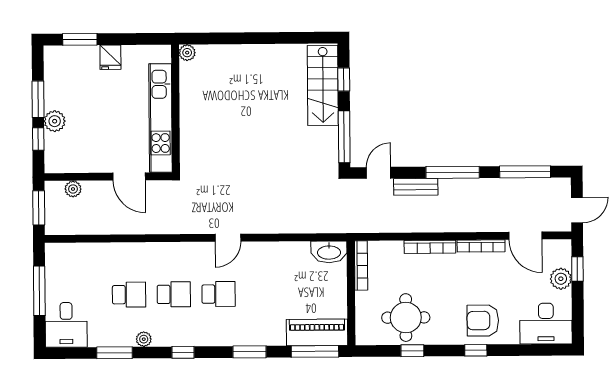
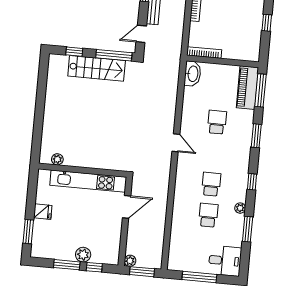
plant: (187, 53) -> (57, 159), moved
stairs: (323, 85) -> (97, 68), moved
door: (379, 173) -> (141, 34), hinge flipped
plant: (73, 189) -> (130, 261), moved
school desk: (219, 294) -> (217, 122), moved
round table: (406, 318) -> (243, 25), removed

